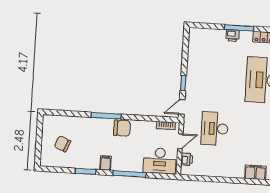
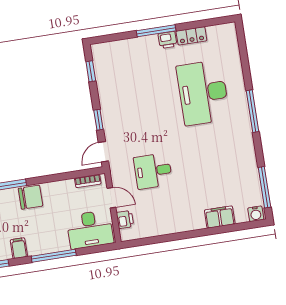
printer: (233, 36) -> (168, 40), moved
window: (186, 47) -> (91, 71), added
desk: (215, 129) -> (153, 171), width x0.73
door: (180, 141) -> (111, 198), hinge flipped

